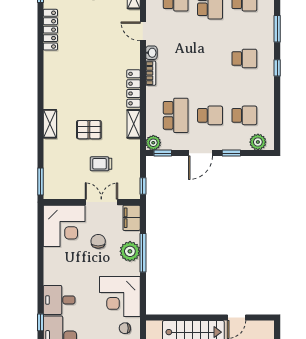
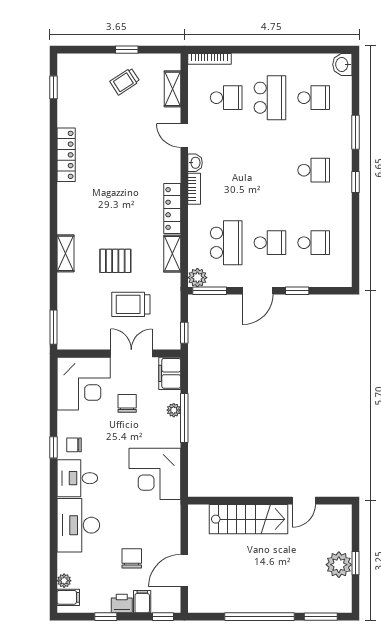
locker: (50, 30) -> (66, 155), moved
plant: (258, 142) -> (331, 277), removed
window: (163, 153) -> (210, 291), width x1.50
trolley: (101, 164) -> (131, 304), width x1.36, depth x1.39
plant: (130, 251) -> (174, 410), width x0.53, depth x0.53
window: (40, 322) -> (54, 447), moved
chair: (125, 328) -> (74, 445), moved

